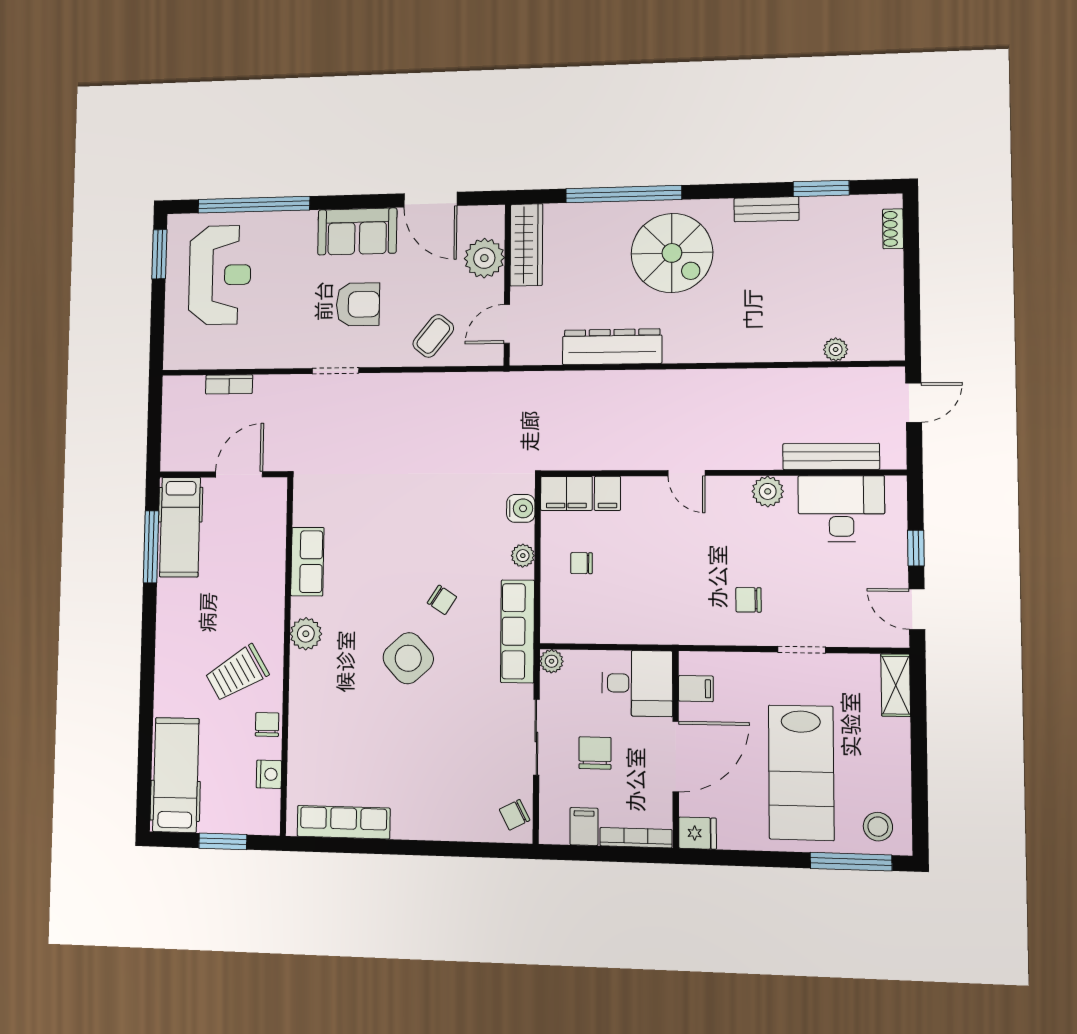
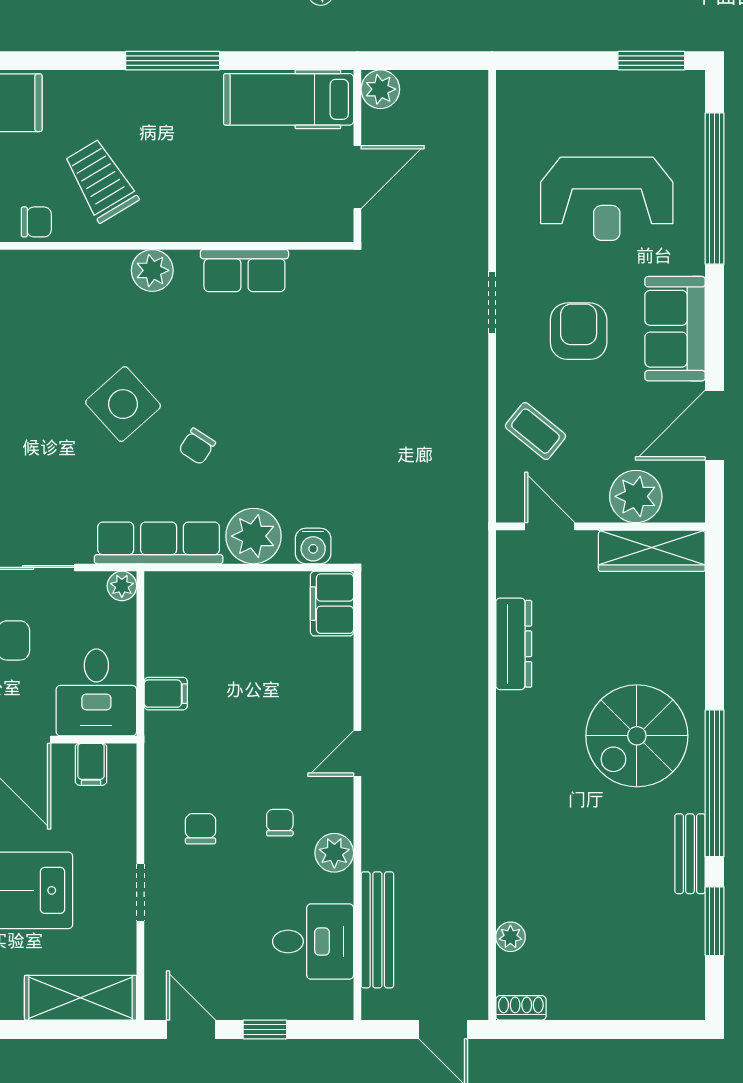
window: (624, 194) -> (715, 783), moved
shoe rack: (893, 229) -> (521, 1008), moved
reception desk: (220, 275) -> (607, 199), moved
armchair: (358, 304) -> (579, 331), turned 180
dresser: (612, 347) -> (514, 644), width x0.73, depth x0.80
bookcase: (229, 384) -> (476, 161), removed
plant: (174, 457) -> (380, 89), added
door: (239, 474) -> (357, 177), hinge flipped
filing cabinet: (607, 493) -> (166, 694), moved, turned 180
desk: (841, 509) -> (313, 942), width x0.73
window: (151, 547) -> (173, 61), moved
plant: (523, 556) -> (254, 536), width x1.88, depth x1.88
chair: (582, 563) -> (280, 823), moved
door: (917, 609) -> (191, 1029), hinge flipped
shelving: (896, 685) -> (81, 998), width x1.50, depth x1.33

